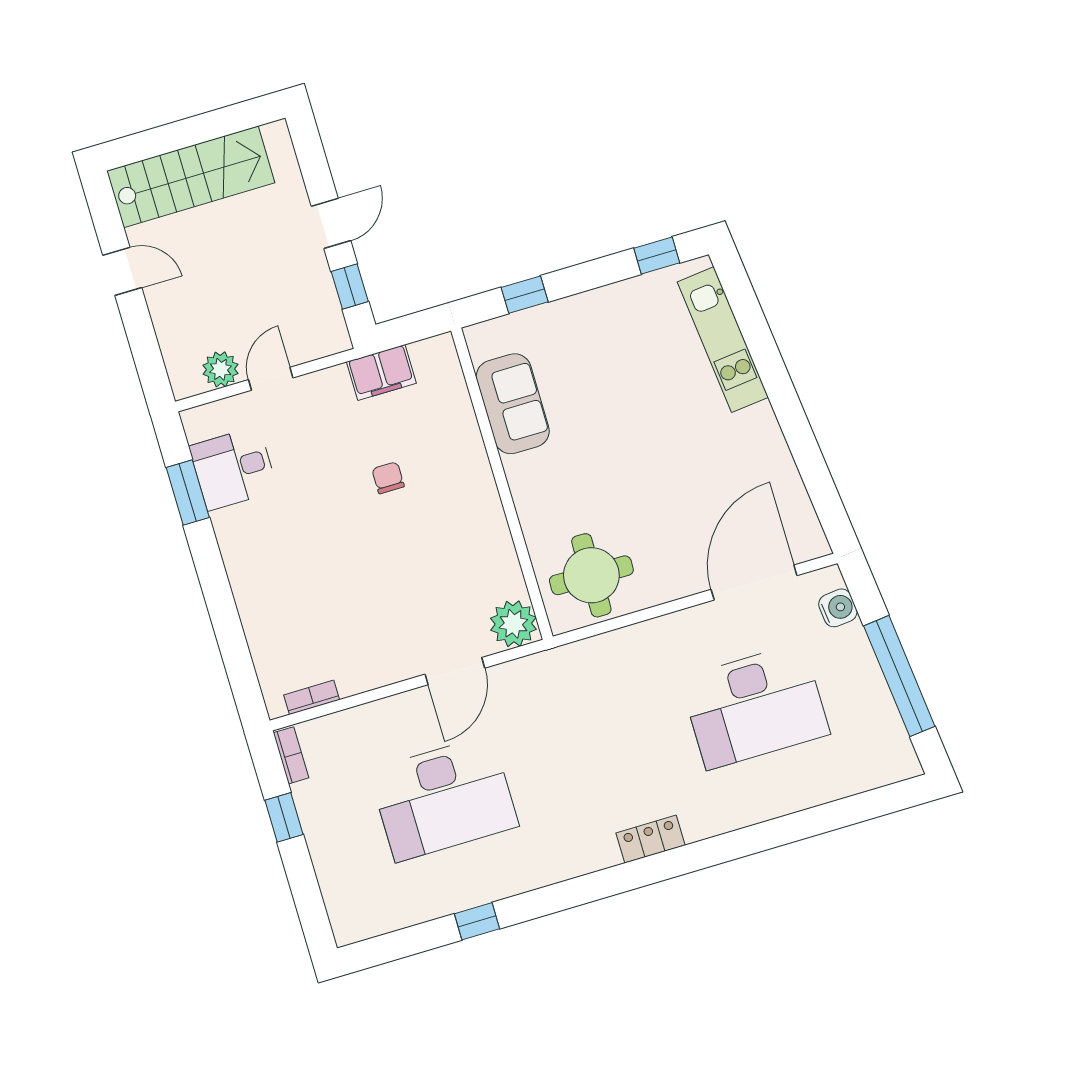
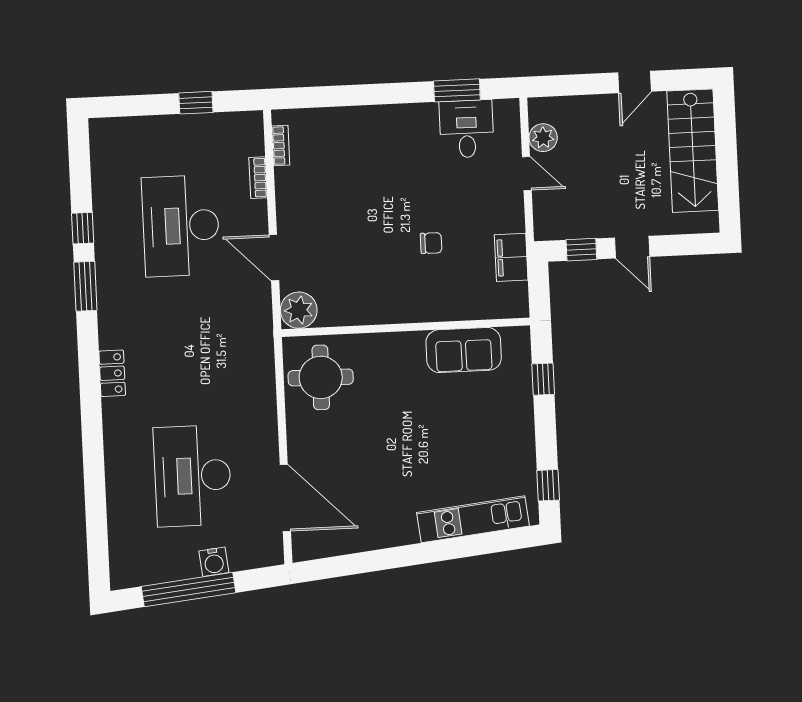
water cooler: (838, 608) -> (214, 562), moved
bookcase: (291, 755) -> (258, 178), moved, turned 90
window: (549, 900) -> (85, 286), added

